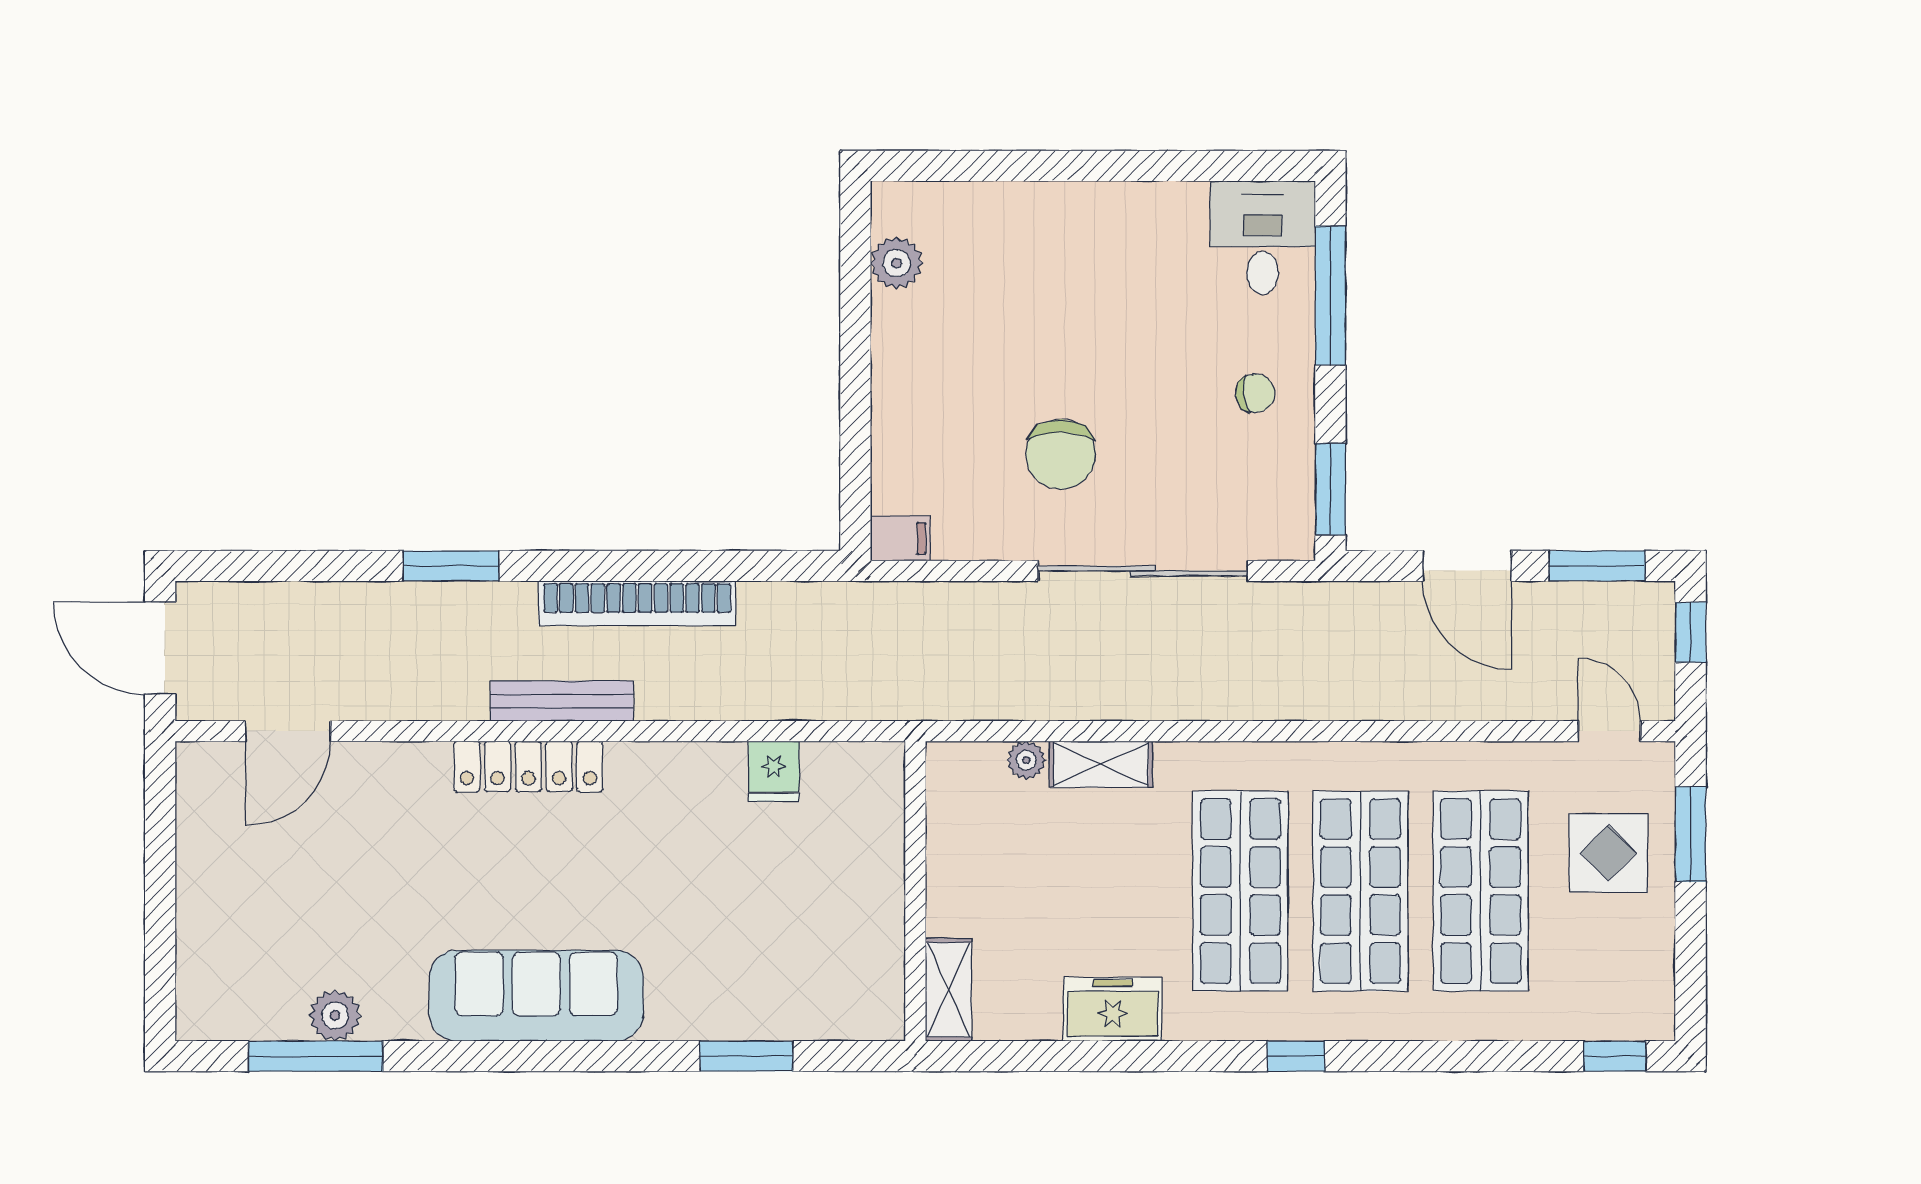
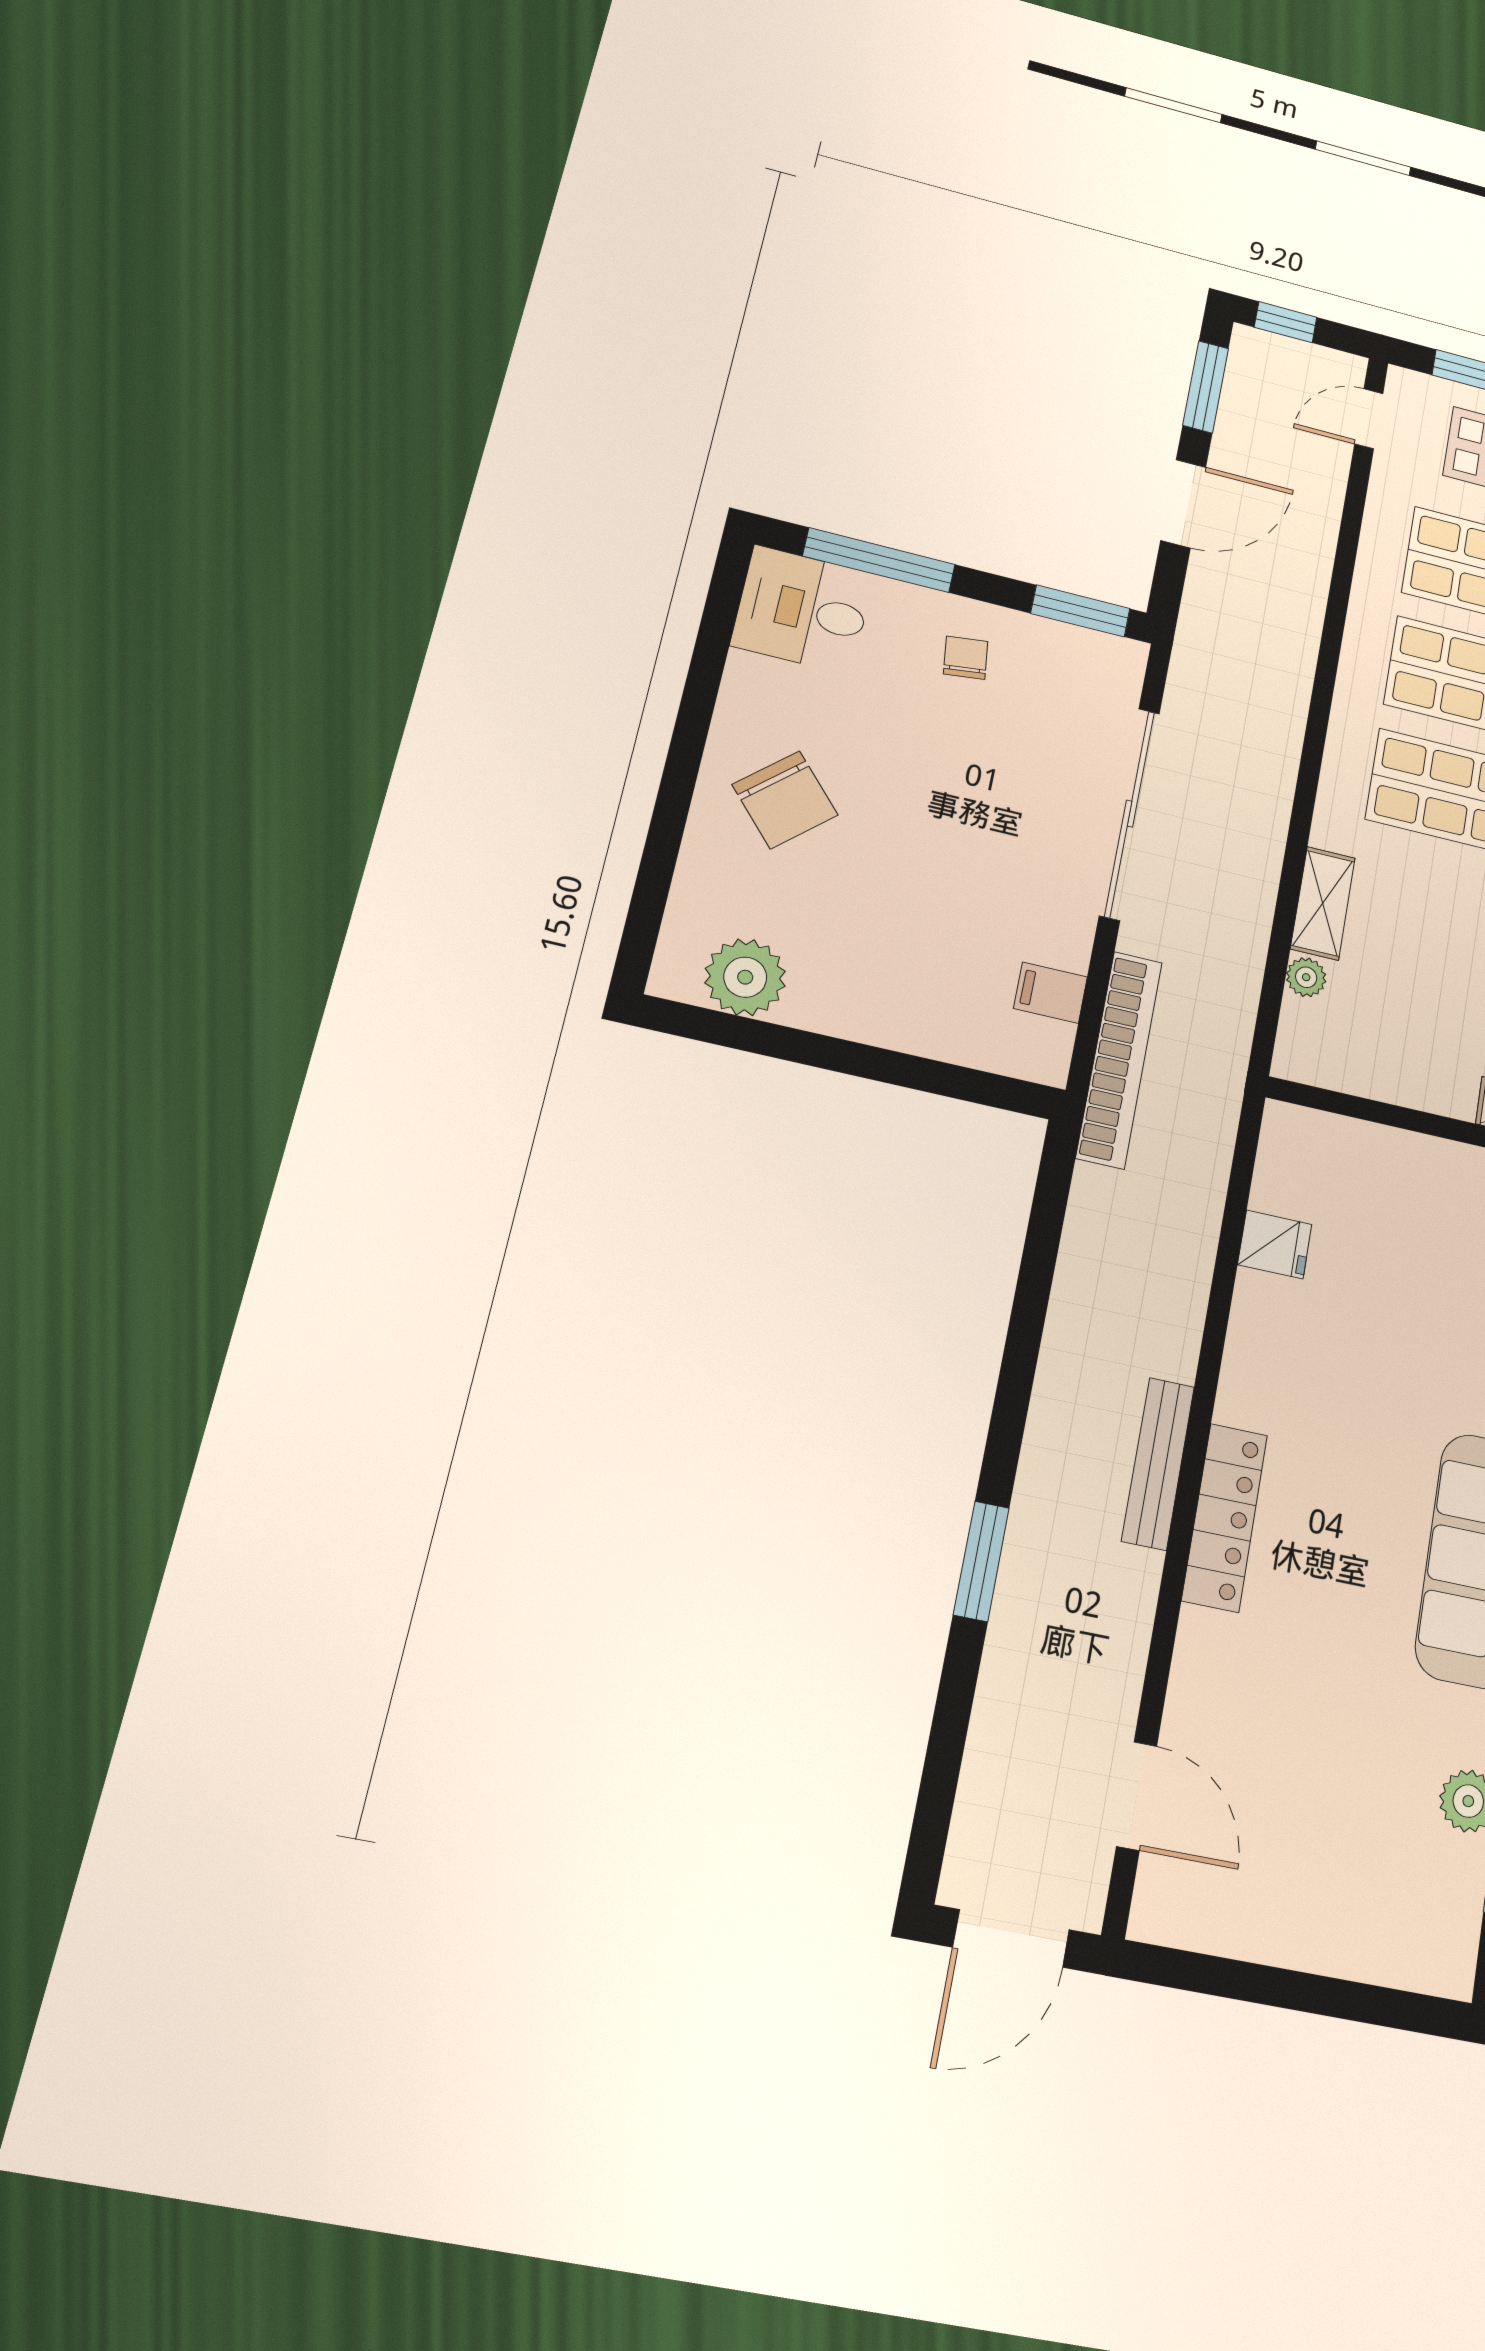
plant: (897, 263) -> (745, 977), width x1.36, depth x1.36
chair: (1061, 454) -> (785, 800), moved, turned 47
filing cabinet: (900, 538) -> (1050, 993), moved, turned -90
bookcase: (637, 603) -> (1119, 1059), moved

